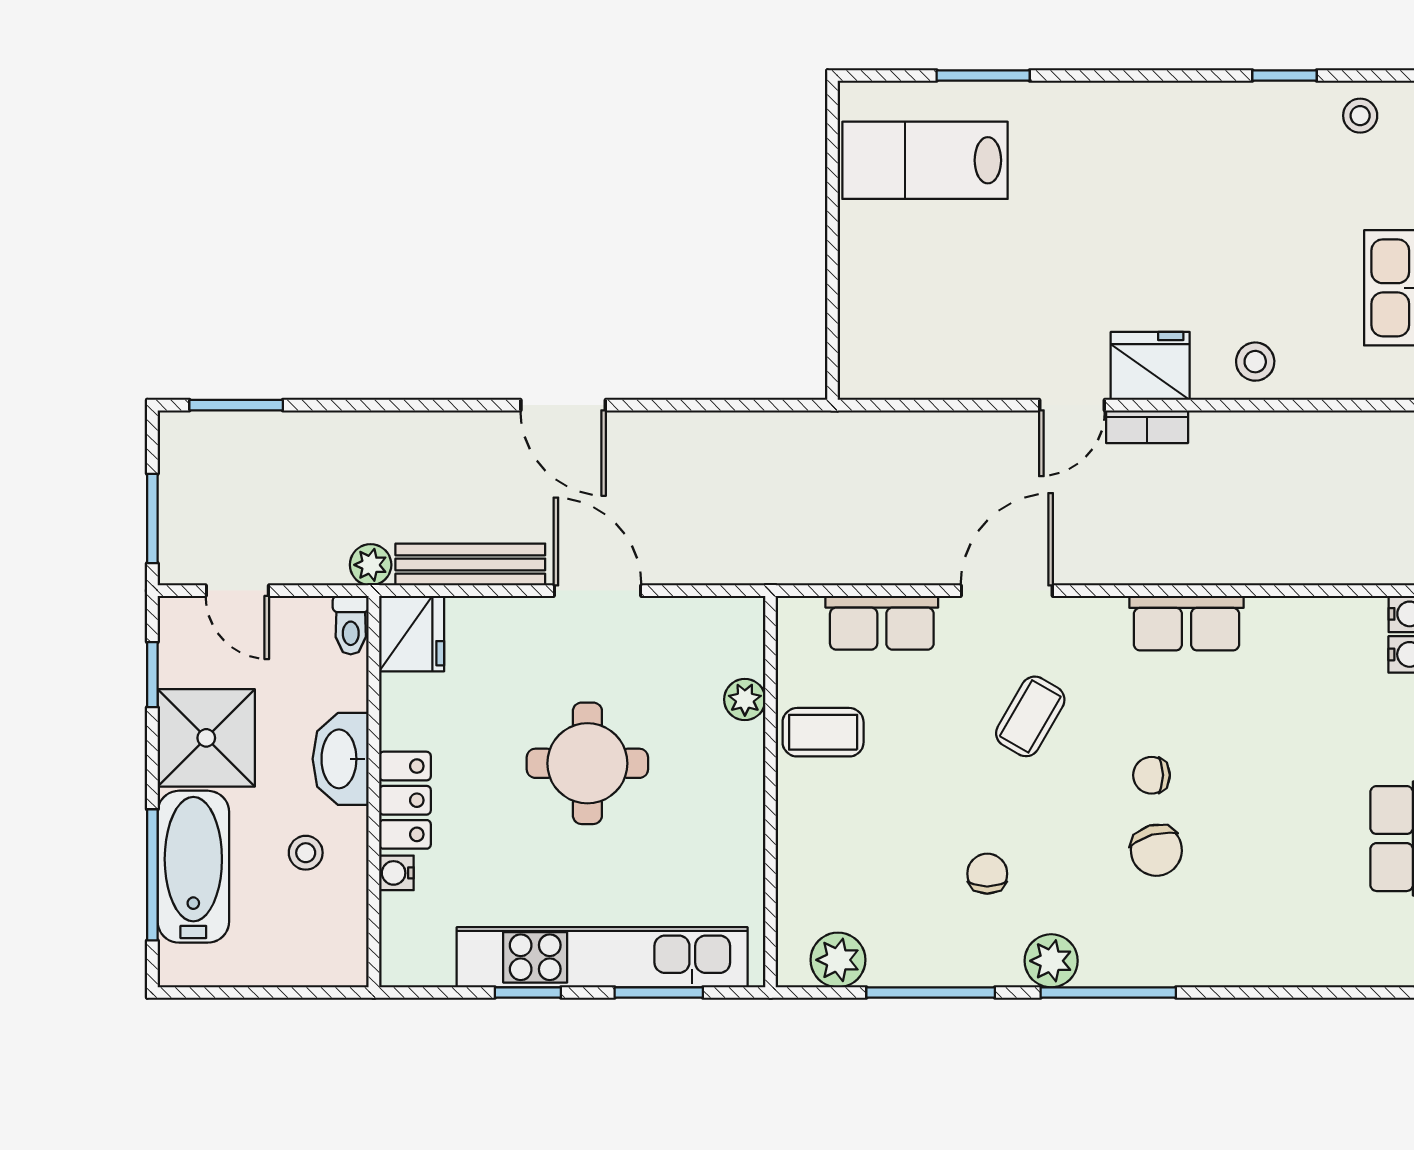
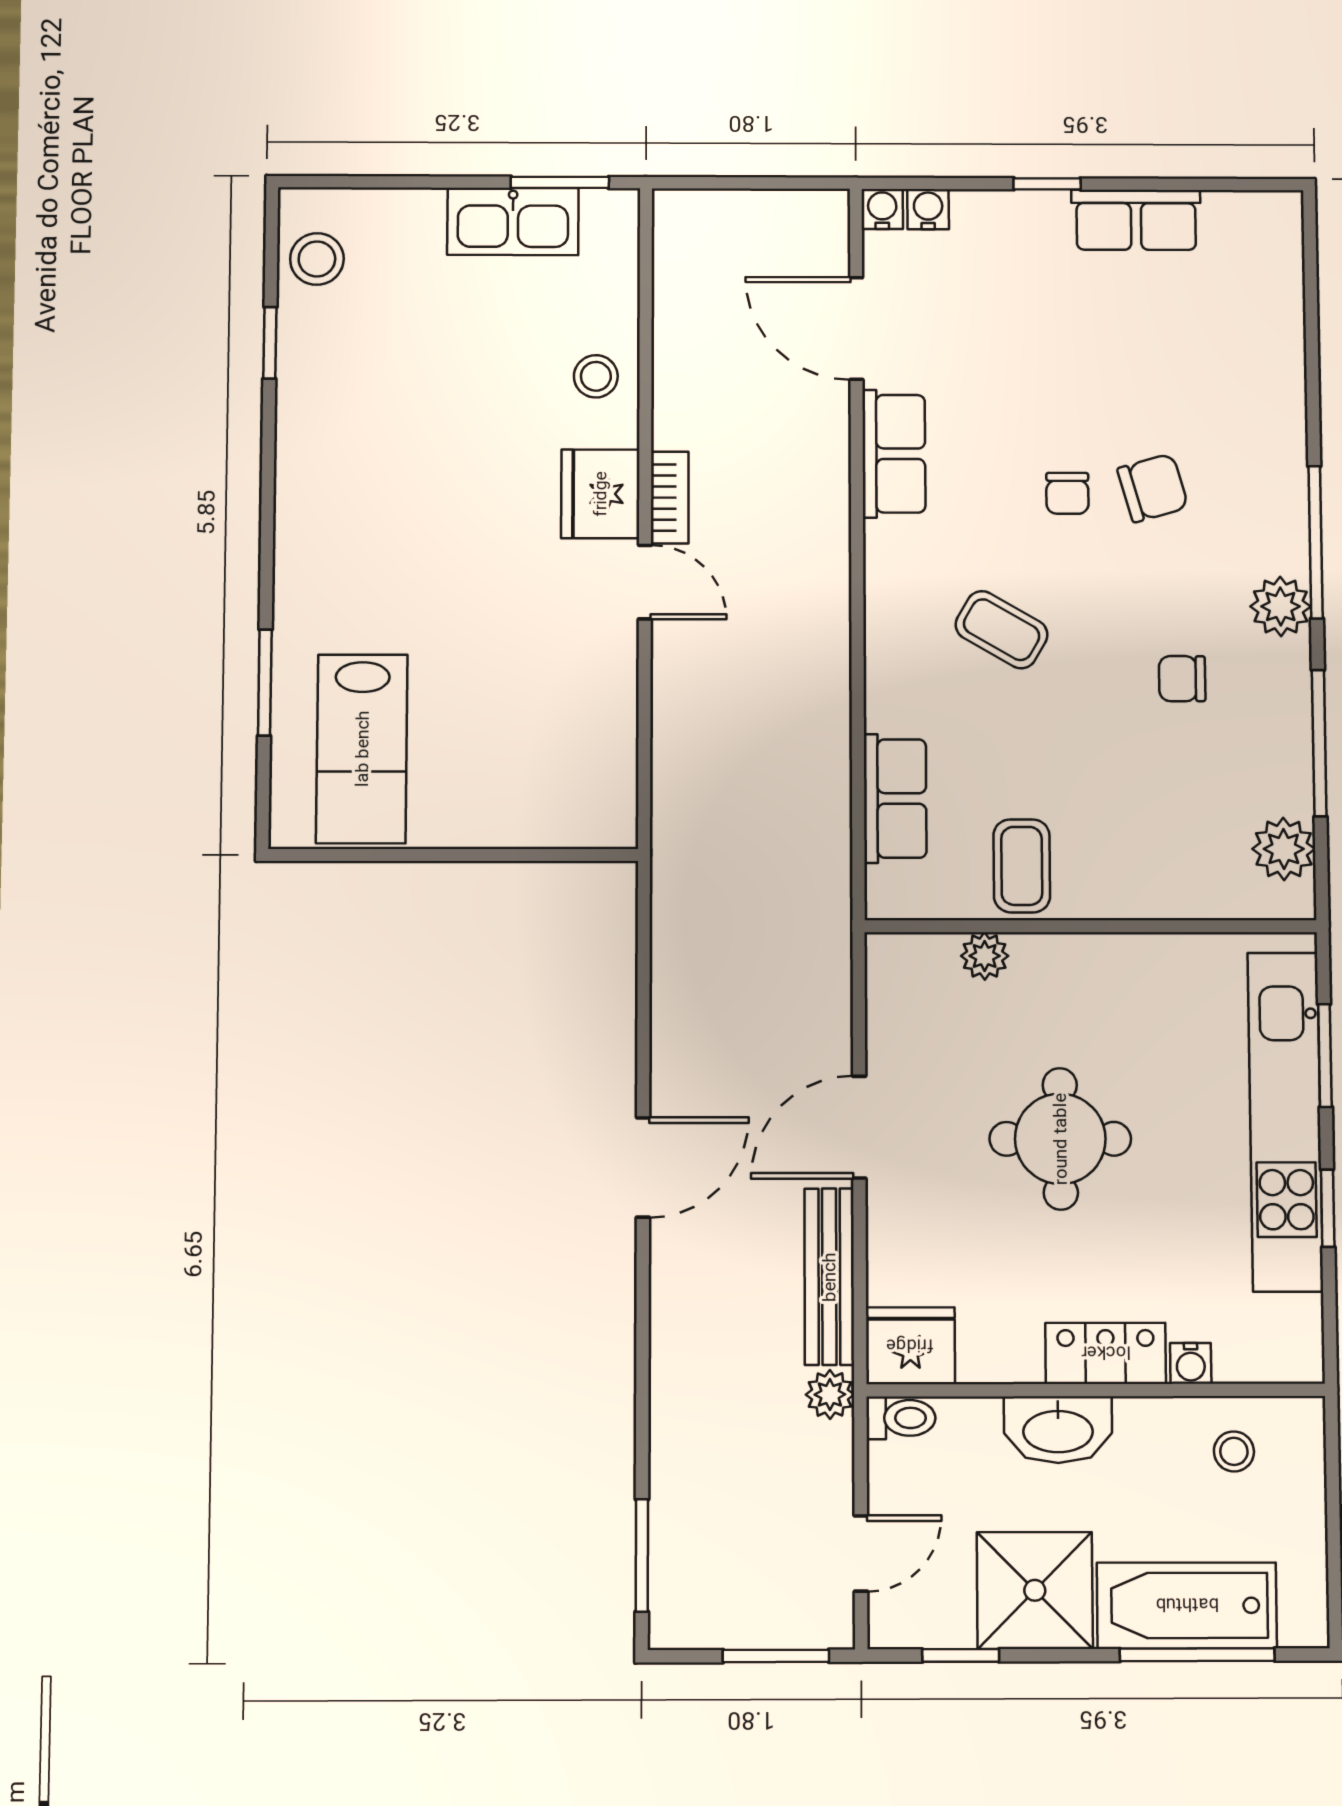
stool: (1360, 116) -> (317, 259), width x1.37, depth x1.37
door: (1007, 591) -> (856, 328), moved
stool: (306, 853) -> (1234, 1451), moved

